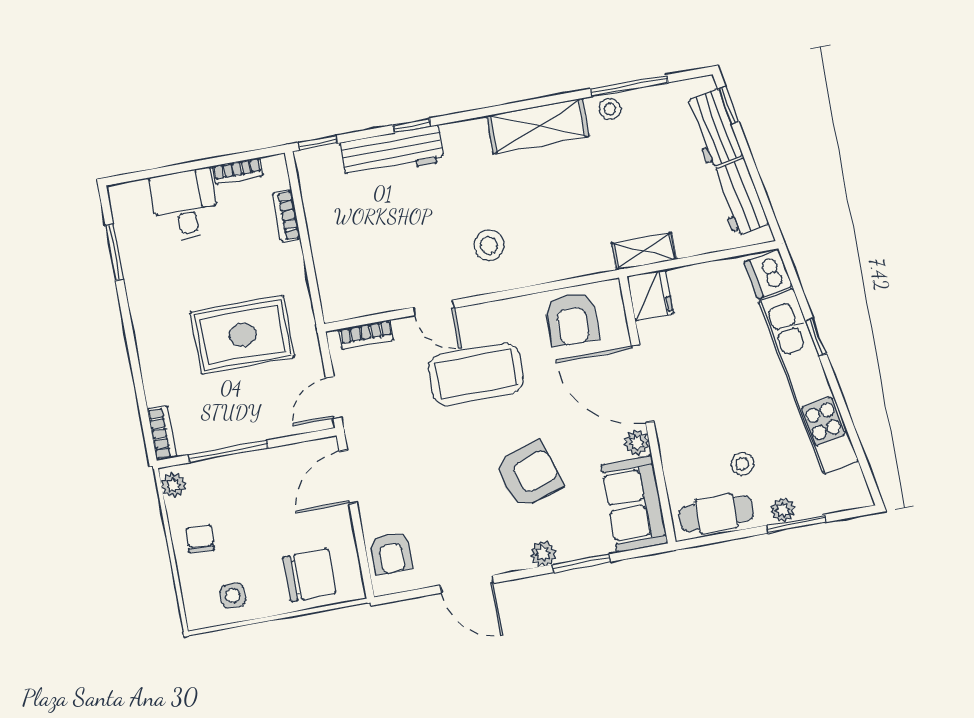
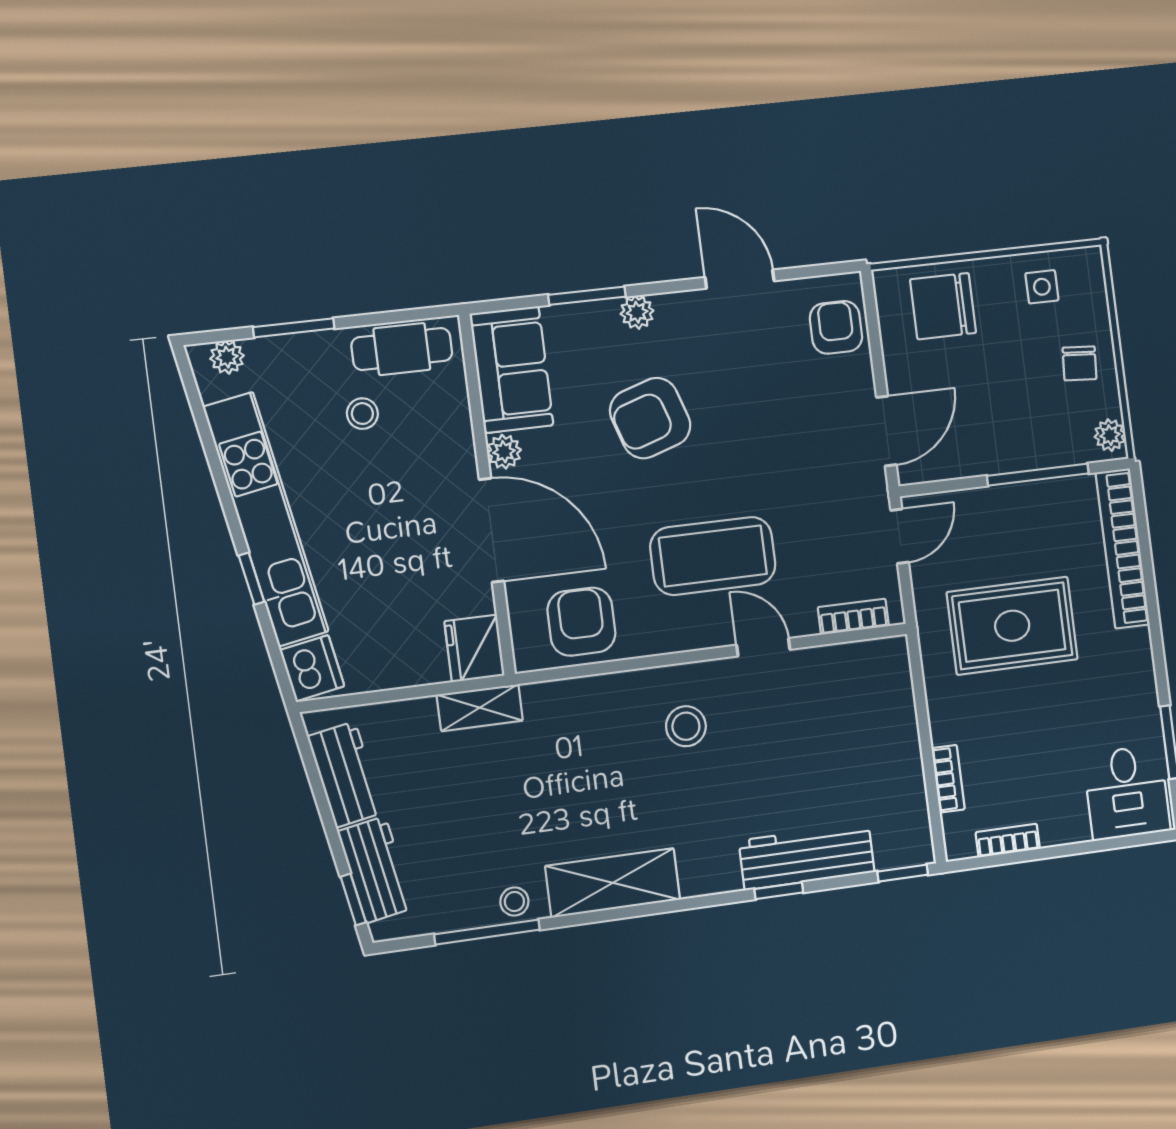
desk: (185, 205) -> (1127, 792), moved
bookcase: (162, 433) -> (1123, 548), width x2.31, depth x1.31
plant: (783, 510) -> (227, 357), moved

